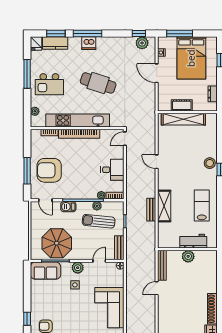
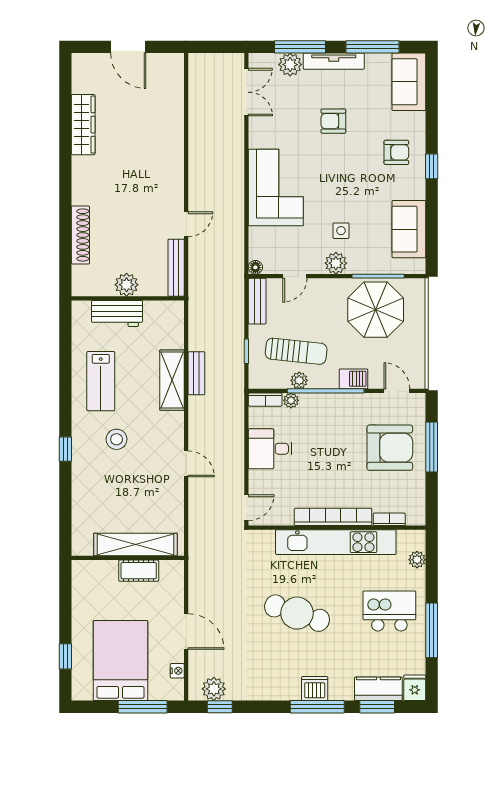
dresser: (213, 94) -> (80, 592), removed
stool: (210, 163) -> (117, 439), moved
sofa: (45, 271) -> (409, 229), moved, turned -90
shoe rack: (212, 309) -> (80, 235), moved

